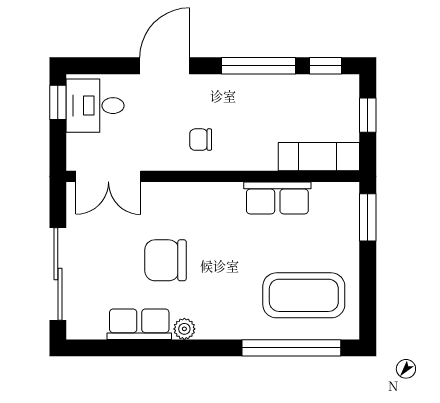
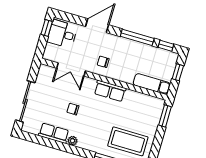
double door: (108, 176) -> (71, 69), moved
row of seats: (277, 198) -> (110, 91), moved
chair: (166, 260) -> (73, 109), width x0.54, depth x0.54

